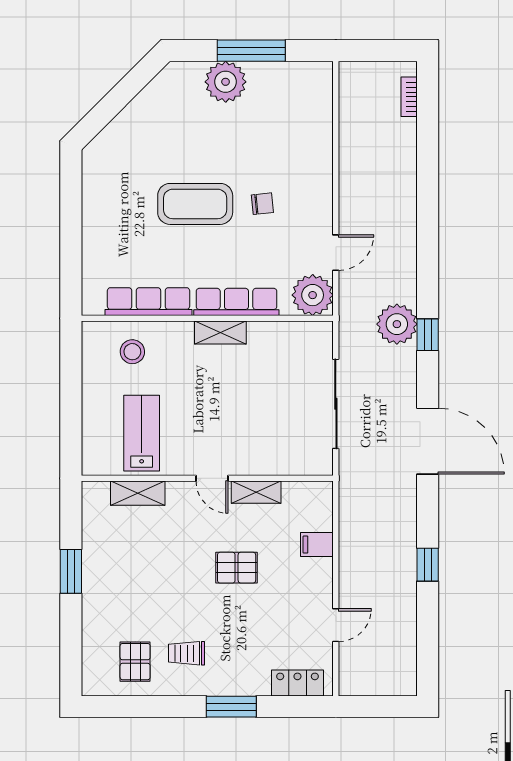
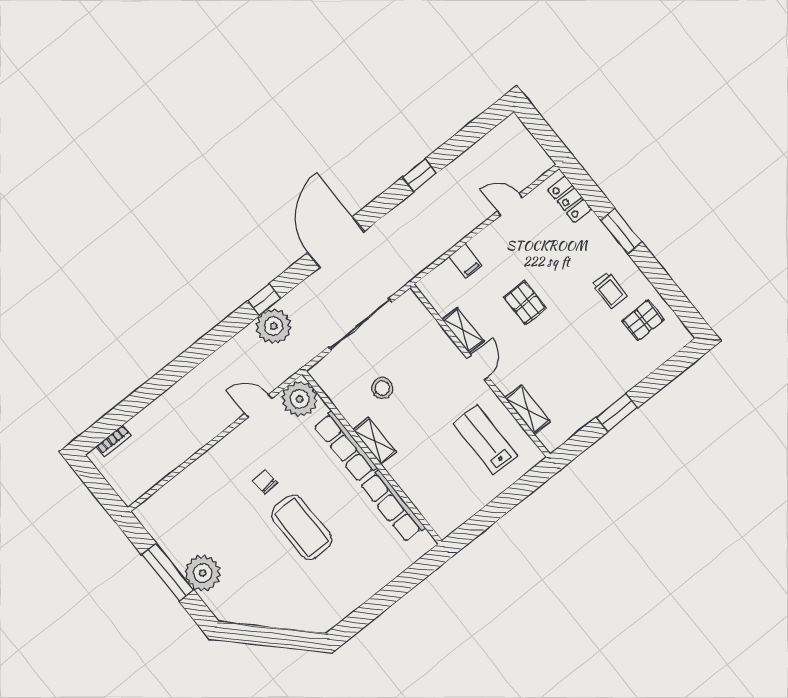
stool: (132, 352) -> (382, 388), moved
lab bench: (142, 433) -> (485, 440), turned 90

